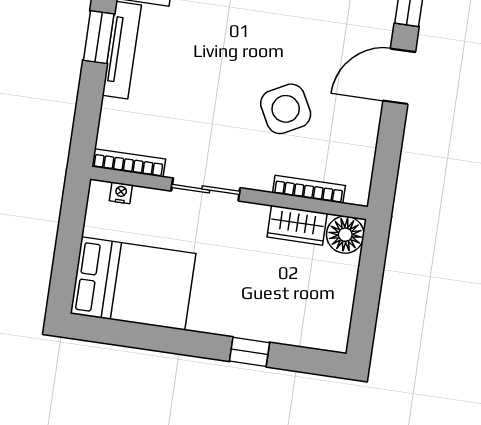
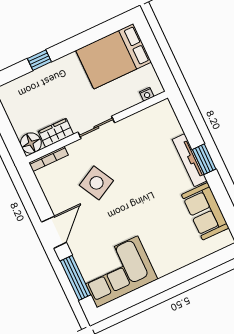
bookcase: (129, 163) -> (152, 110), removed
sliding door: (206, 189) -> (96, 127), moved
bookcase: (309, 189) -> (49, 159), moved

